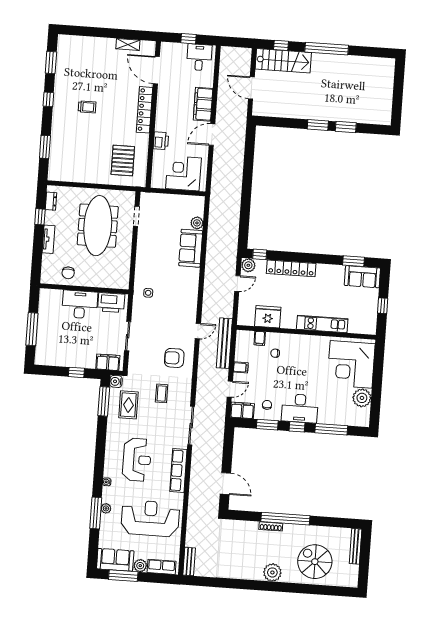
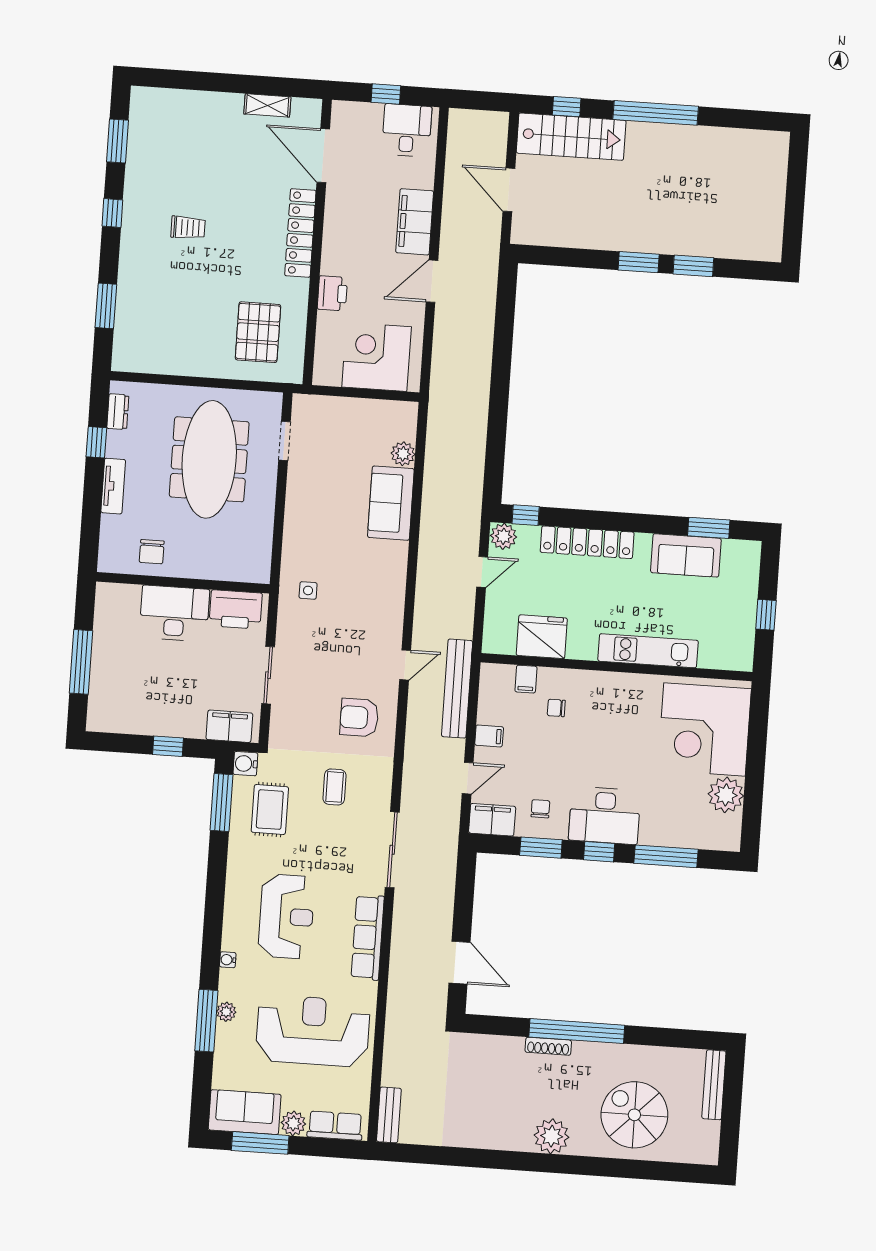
sofa: (362, 277) -> (686, 555), moved

